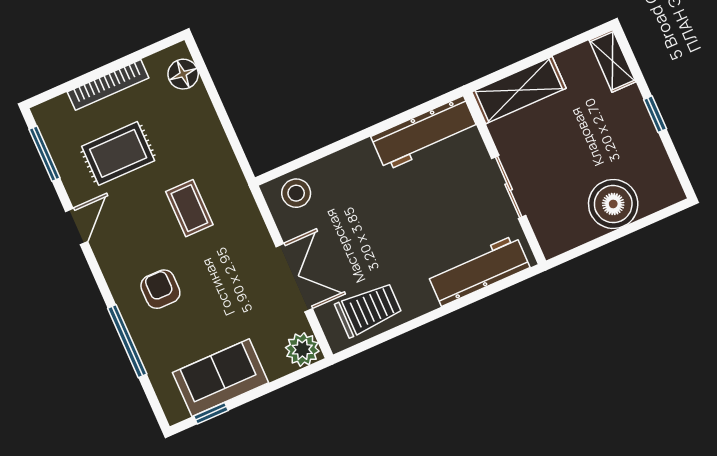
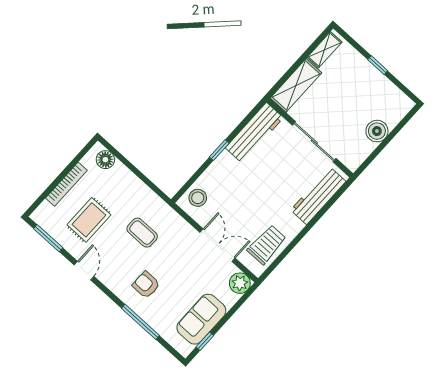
shelving: (612, 61) -> (325, 50), moved, turned 90
window: (360, 136) -> (219, 150), added
sliding door: (509, 187) -> (314, 142), width x1.37
boiler: (613, 204) -> (377, 131), width x0.73, depth x0.73

